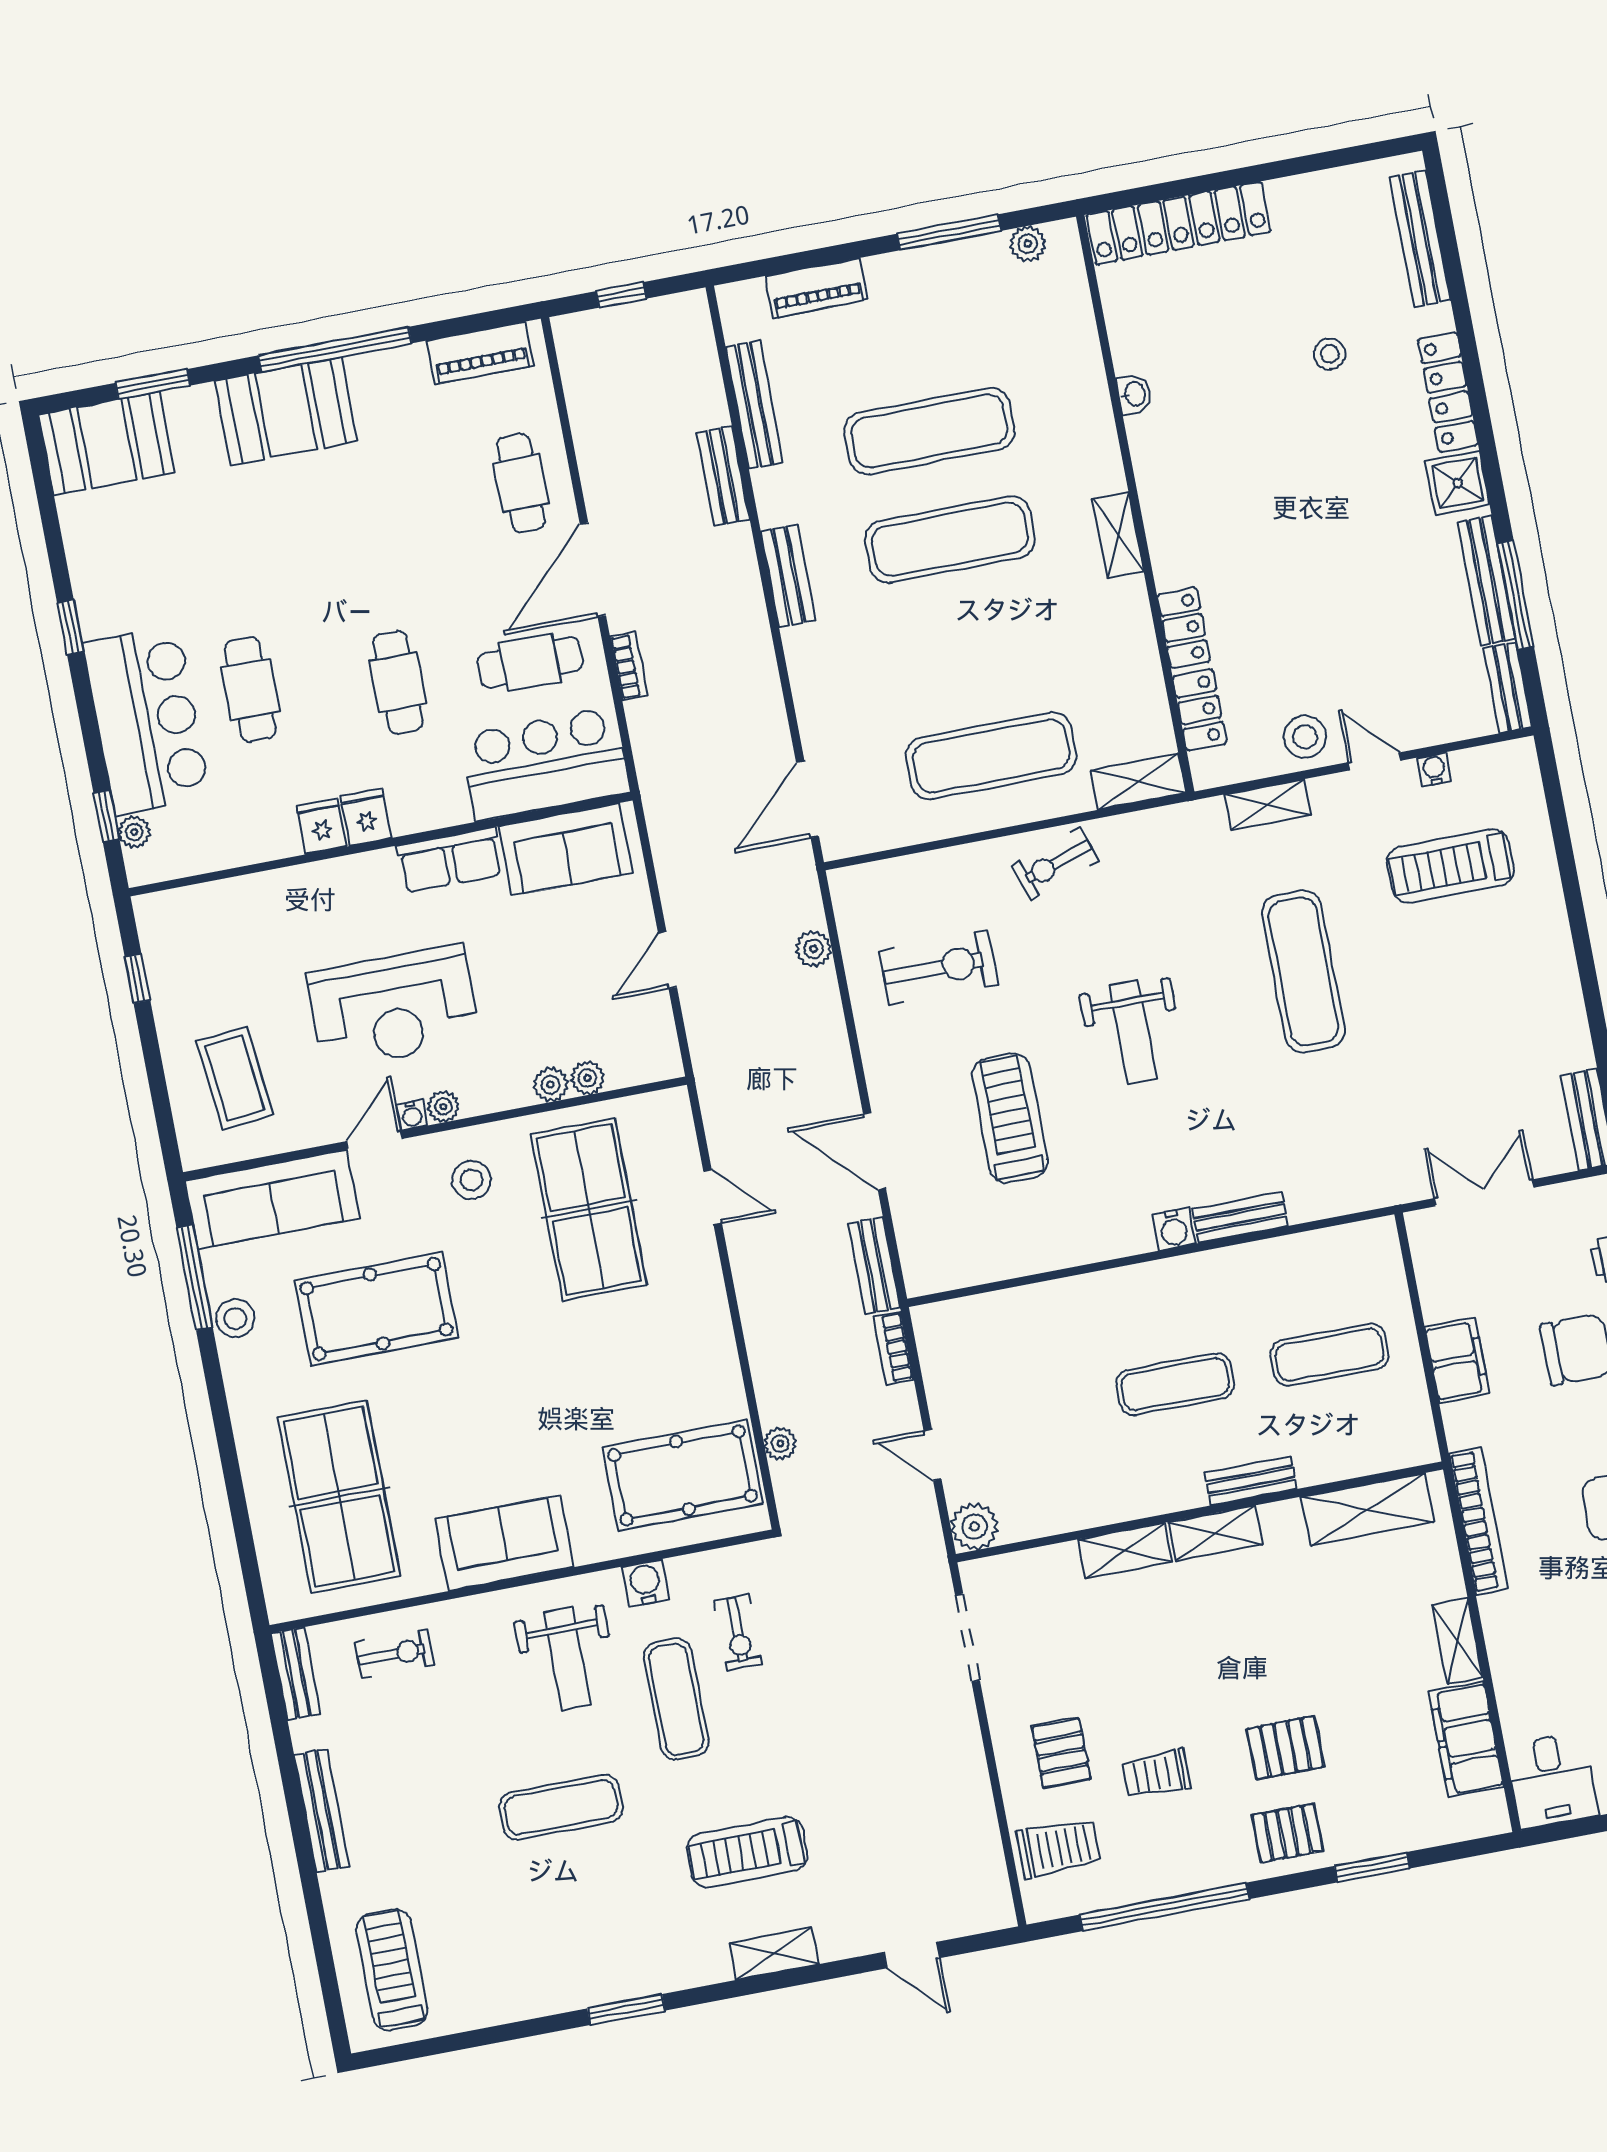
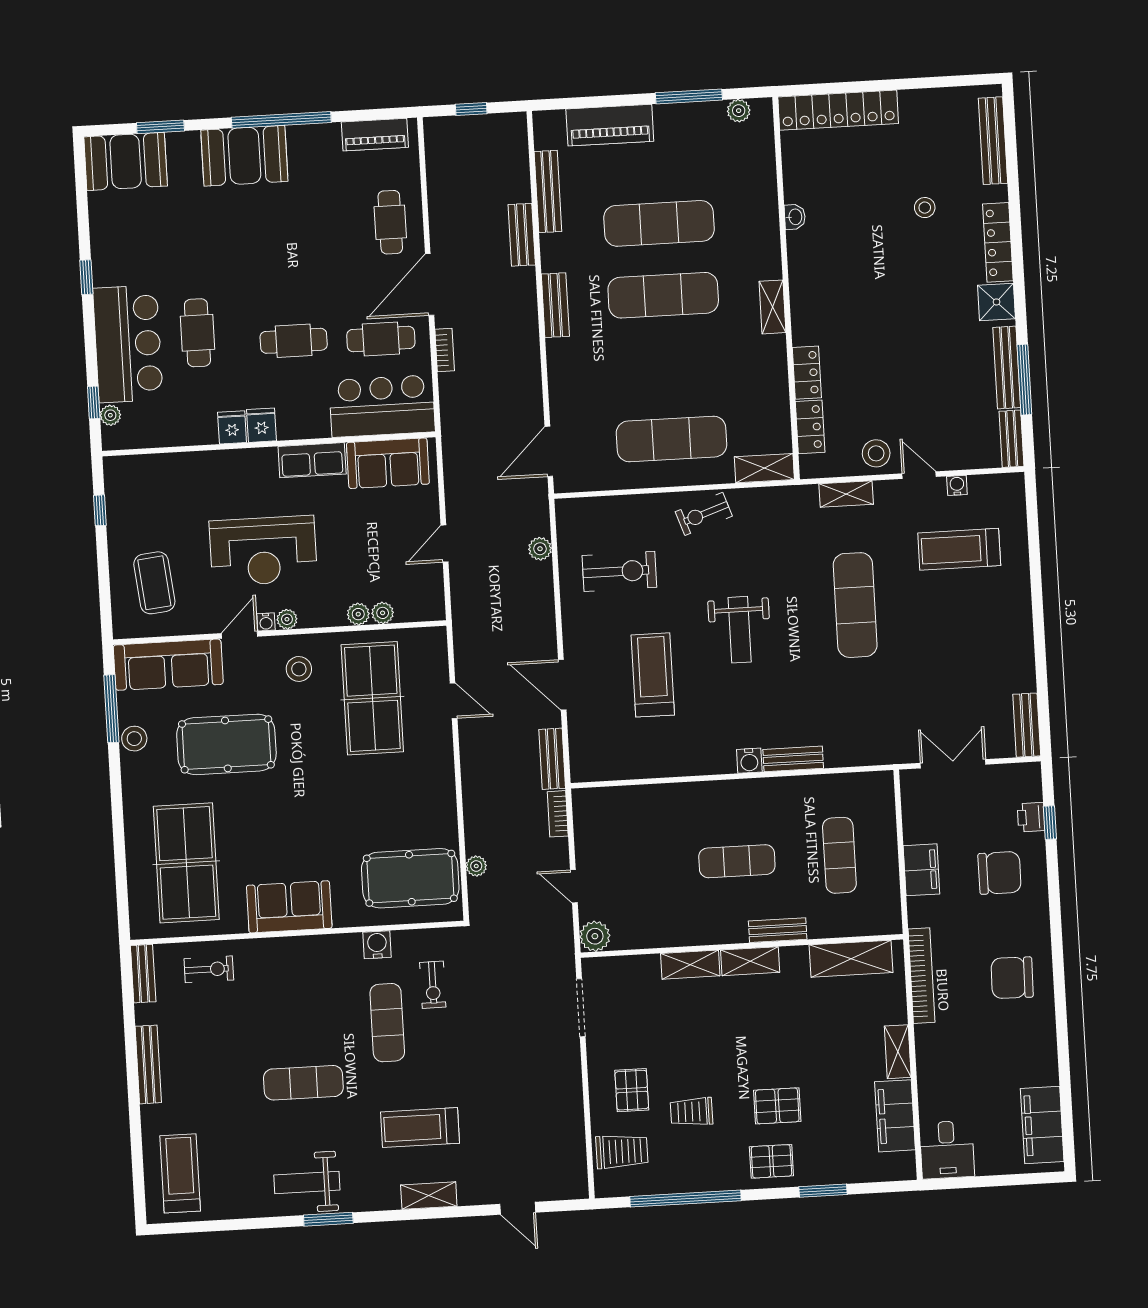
piano: (816, 288) -> (610, 125), width x1.37, depth x1.33
cafe table: (398, 682) -> (294, 341), turned 90
exercise mat: (1330, 1355) -> (839, 855), turned 90
weight bench: (567, 1659) -> (307, 1183), moved, turned 90

